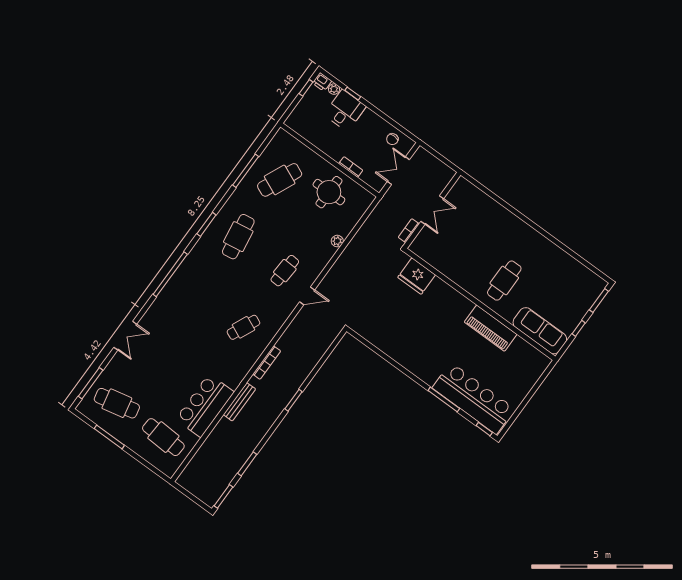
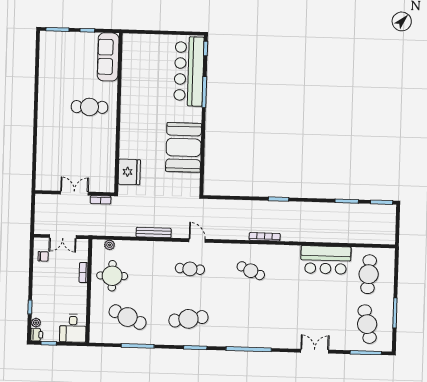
desk: (345, 110) -> (73, 328), moved, turned -90
plant: (337, 241) -> (110, 245), moved
piano: (491, 328) -> (130, 93), removed
booth: (405, 344) -> (184, 147), added
bench: (239, 402) -> (154, 233), moved

